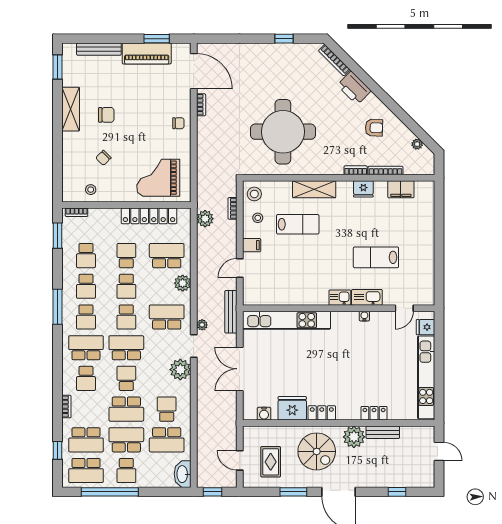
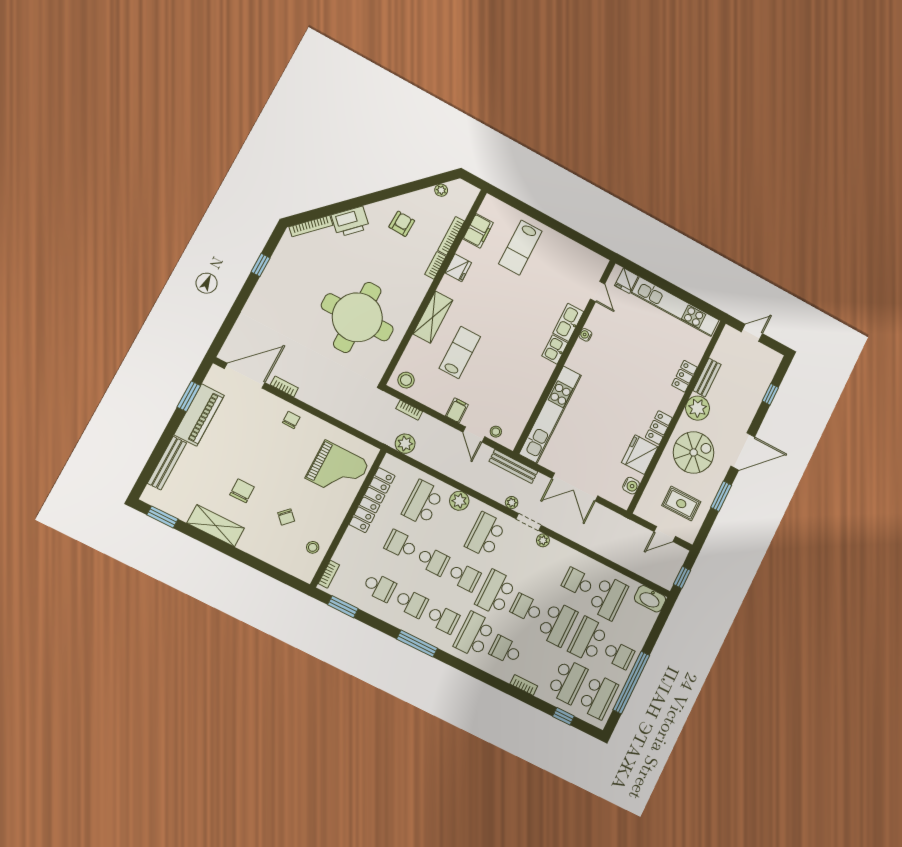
grand piano: (158, 178) -> (337, 470), turned -90
stool: (258, 218) -> (496, 432), moved
lab bench: (376, 257) -> (520, 247), moved
plant: (180, 370) -> (543, 540), width x0.53, depth x0.53
school desk: (86, 378) -> (506, 650), turned 180

